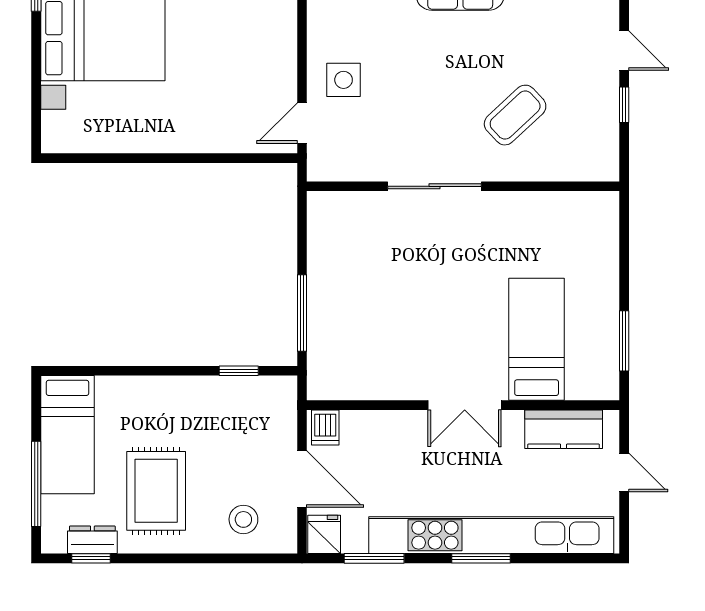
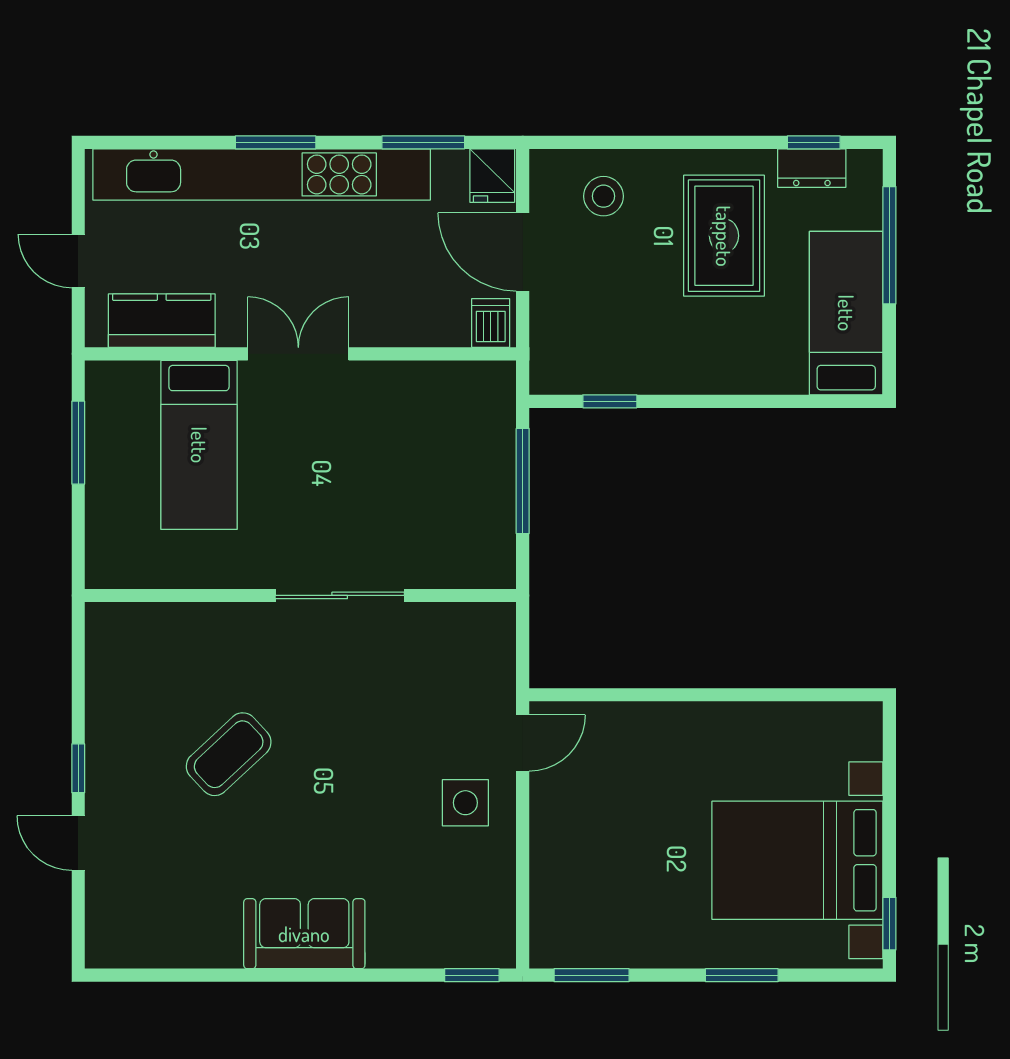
sliding door: (435, 186) -> (340, 595), moved
wall: (463, 186) -> (300, 595), moved

